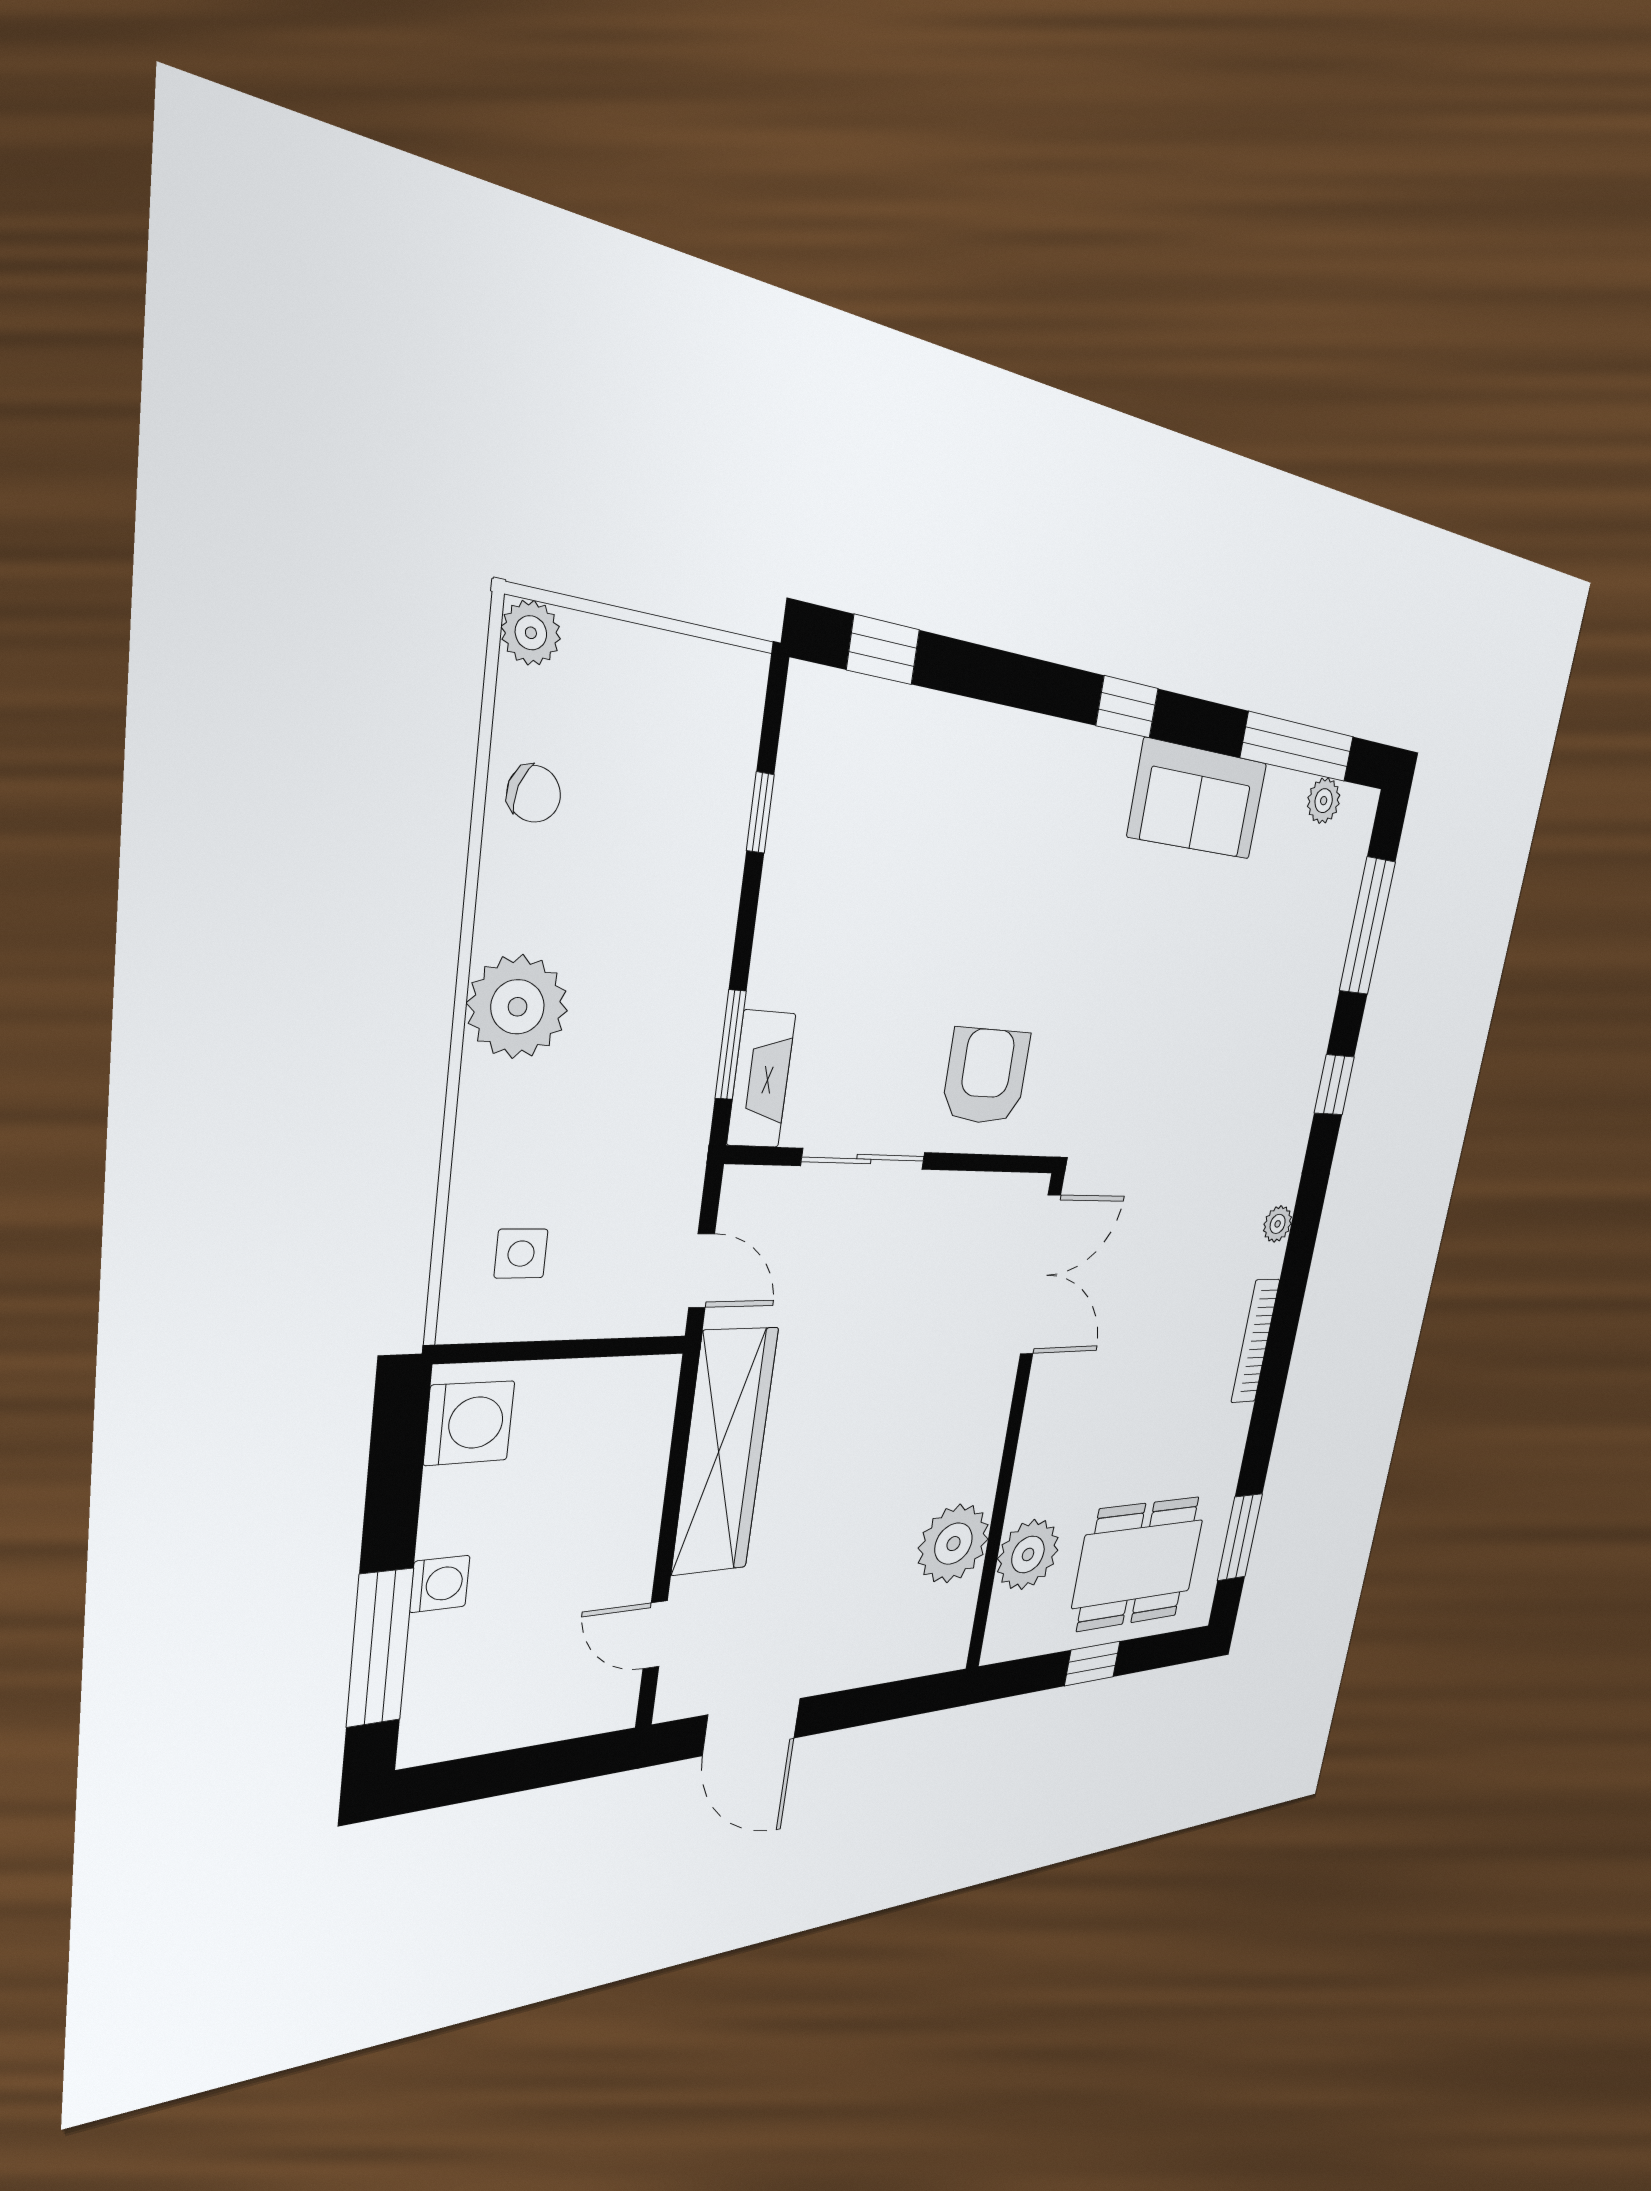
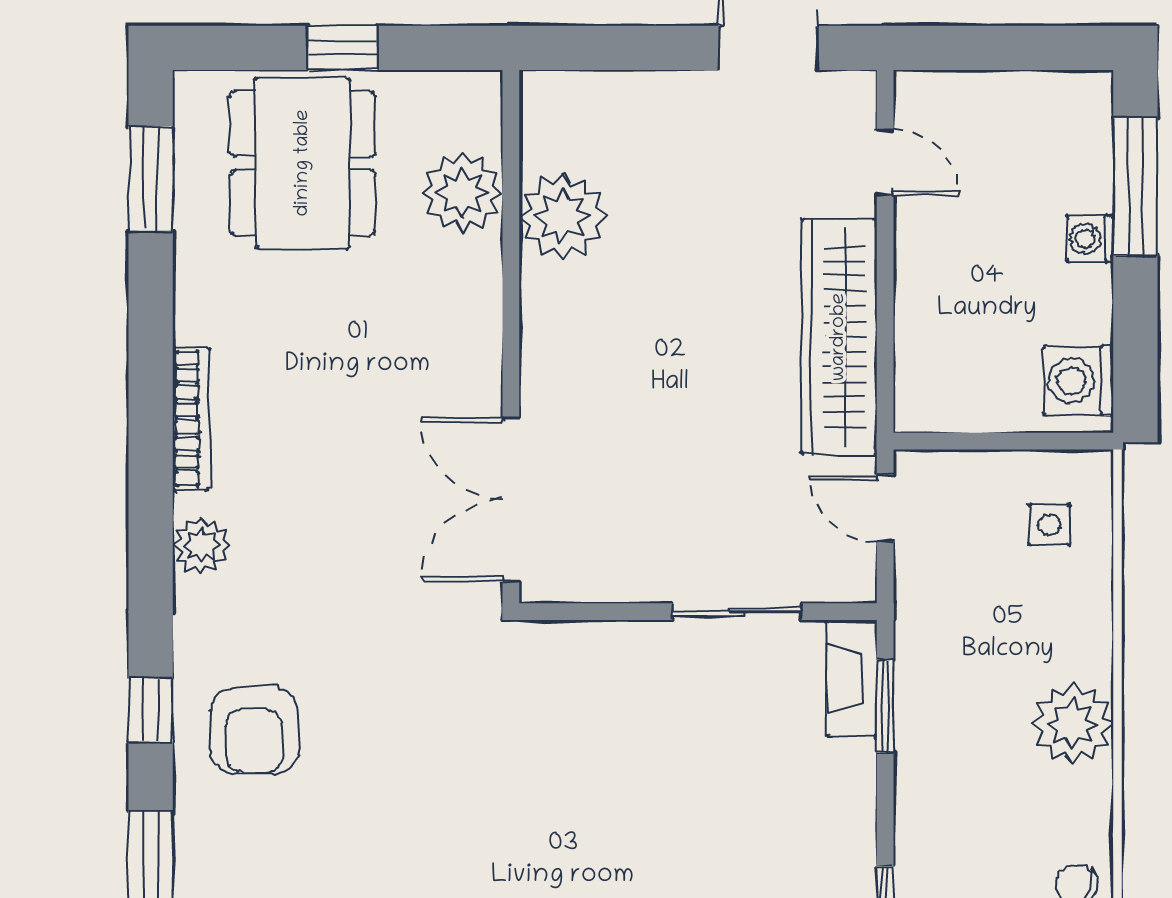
armchair: (986, 1076) -> (254, 731), moved
plant: (1278, 1224) -> (202, 546), width x1.38, depth x1.38
dining table: (1138, 1564) -> (303, 163), turned 90

